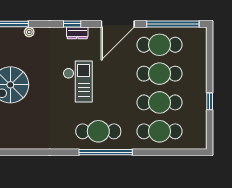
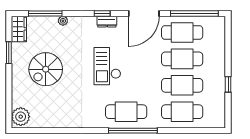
checkout: (78, 82) -> (107, 66), turned 180

